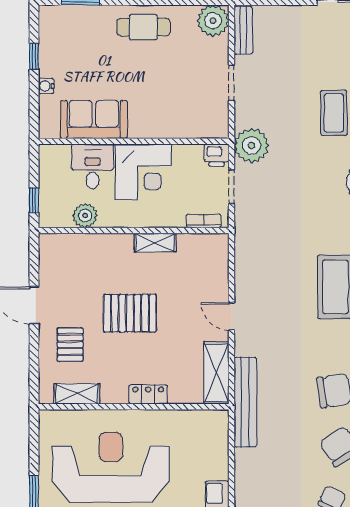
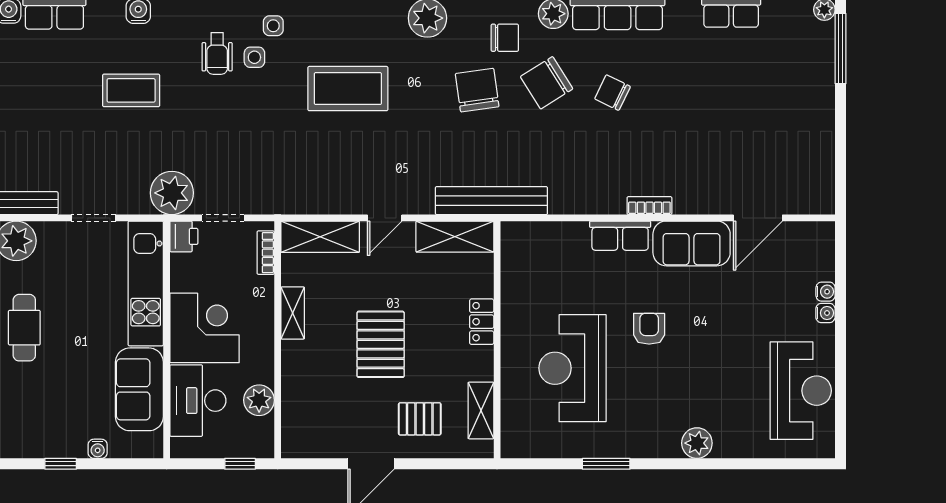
kitchen unit: (179, 125) -> (146, 283), added
desk: (93, 167) -> (198, 401), width x1.37
shelving: (216, 265) -> (320, 237), added
reception desk: (111, 467) -> (572, 368), width x0.74, depth x0.77

